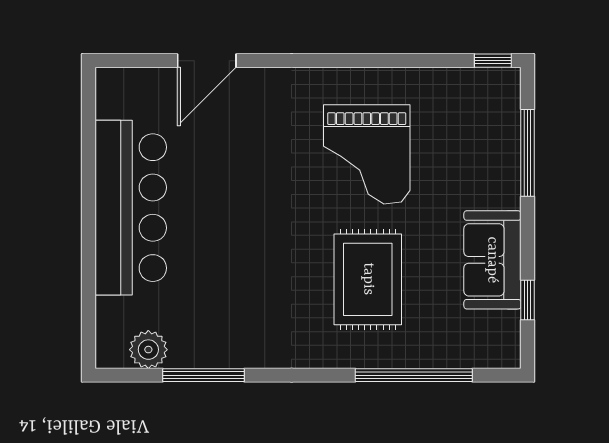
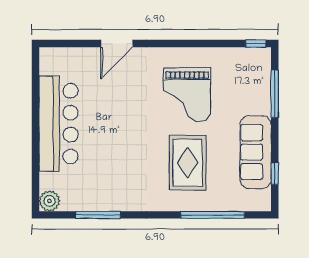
door: (207, 61) -> (117, 44), moved
sofa: (492, 260) -> (256, 152), width x1.36
plant: (148, 350) -> (49, 201), moved

